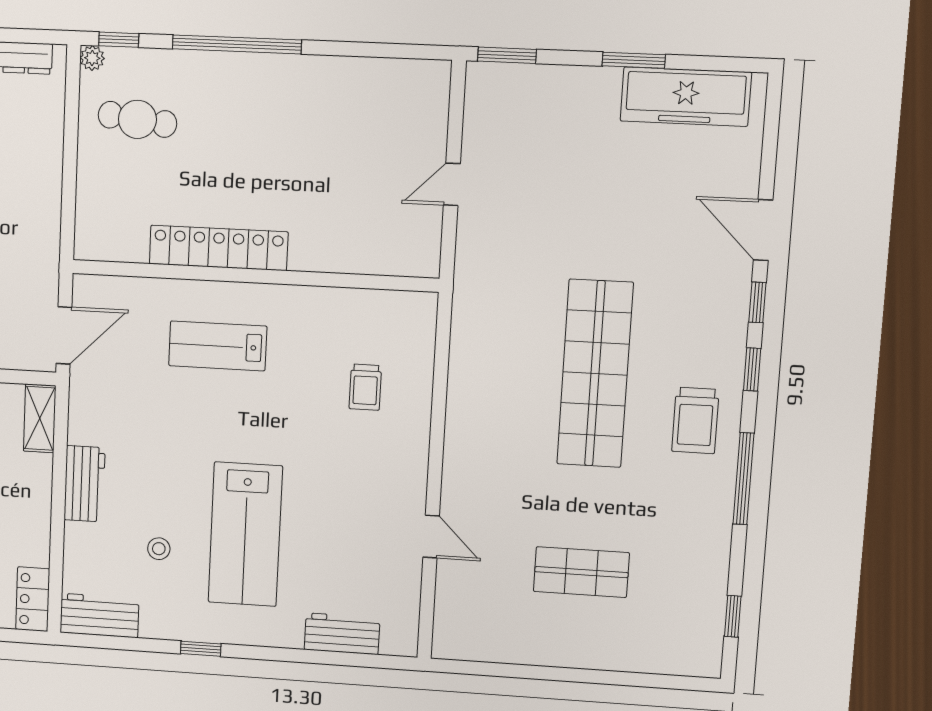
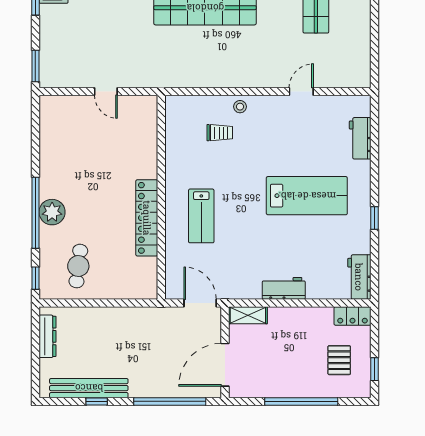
plant: (92, 58) -> (52, 212), moved, width x1.87, depth x1.87
stool: (159, 549) -> (240, 107), moved

